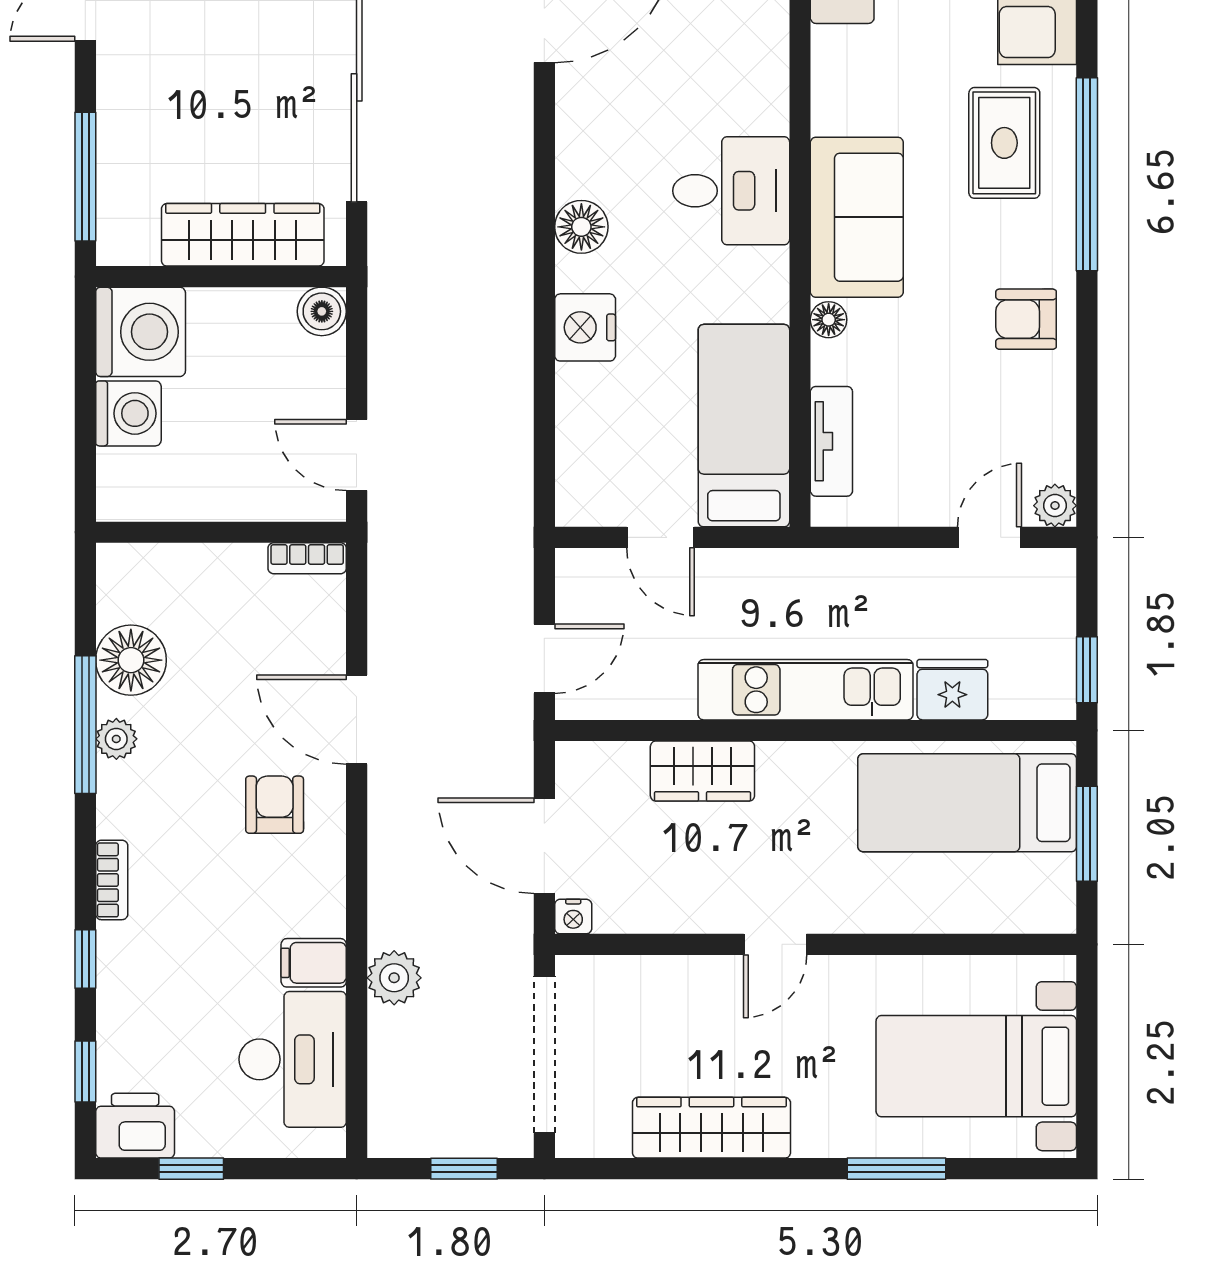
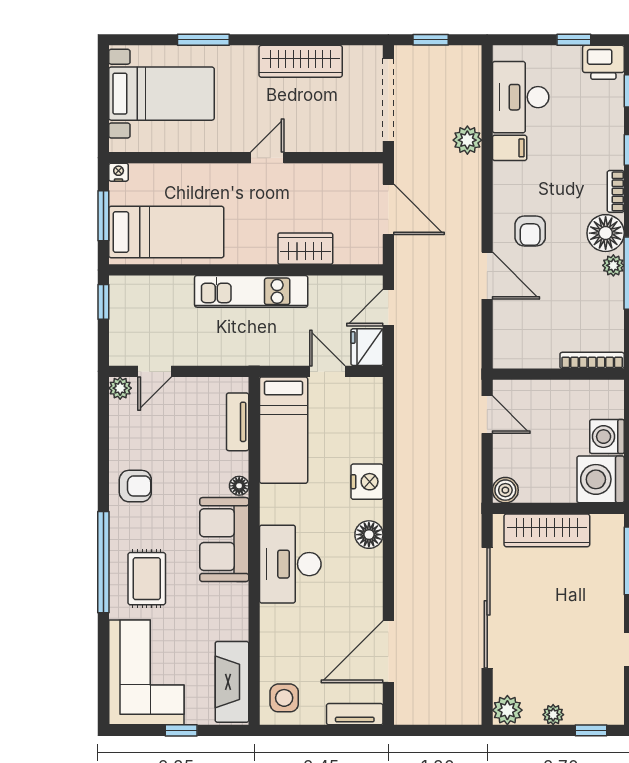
desk: (731, 191) -> (290, 564), width x1.37
bookcase: (307, 558) -> (592, 360), moved, width x1.56
floor lamp: (131, 660) -> (606, 233), moved
fridge: (952, 690) -> (367, 347), moved, turned 90
nightstand: (573, 917) -> (119, 172), moved

